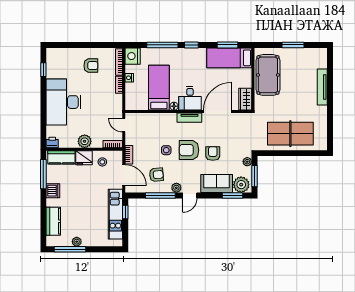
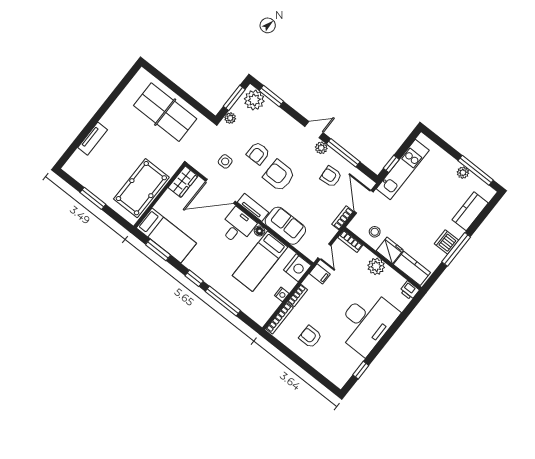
nightstand: (133, 56) -> (297, 268), moved
tv unit: (322, 87) -> (93, 139), width x0.71
filing cabinet: (116, 109) -> (320, 274), added
side table: (166, 150) -> (225, 161), moved
armchair: (189, 150) -> (279, 175), turned 180
window: (43, 174) -> (456, 249), moved
sofa: (217, 183) -> (285, 226), moved, turned 180

